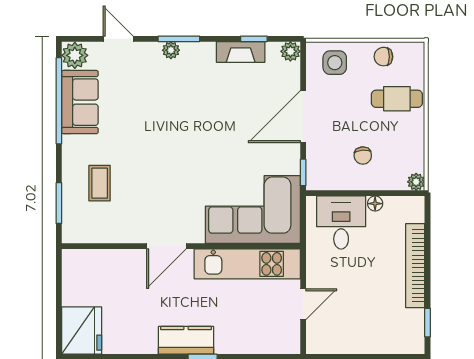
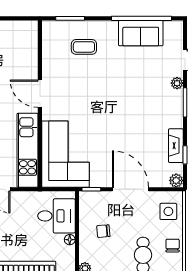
plant: (171, 50) -> (177, 83), moved
plant: (75, 55) -> (173, 30), removed

